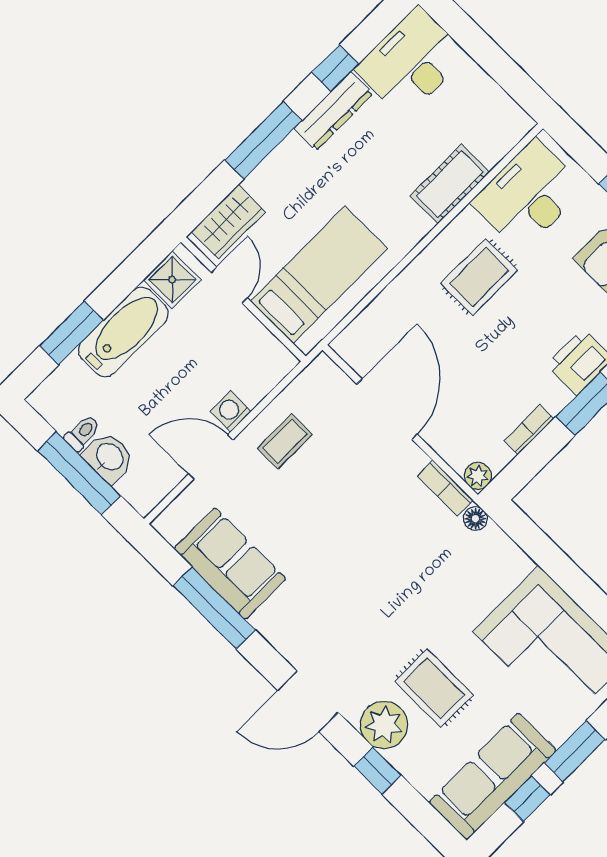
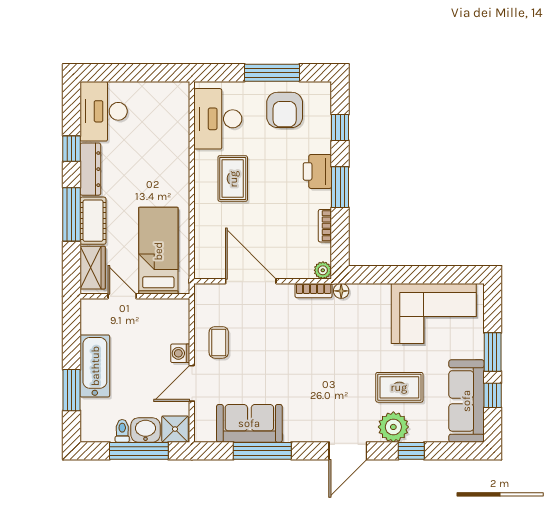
cot: (450, 184) -> (93, 221), moved
shower: (172, 280) -> (175, 429), moved

